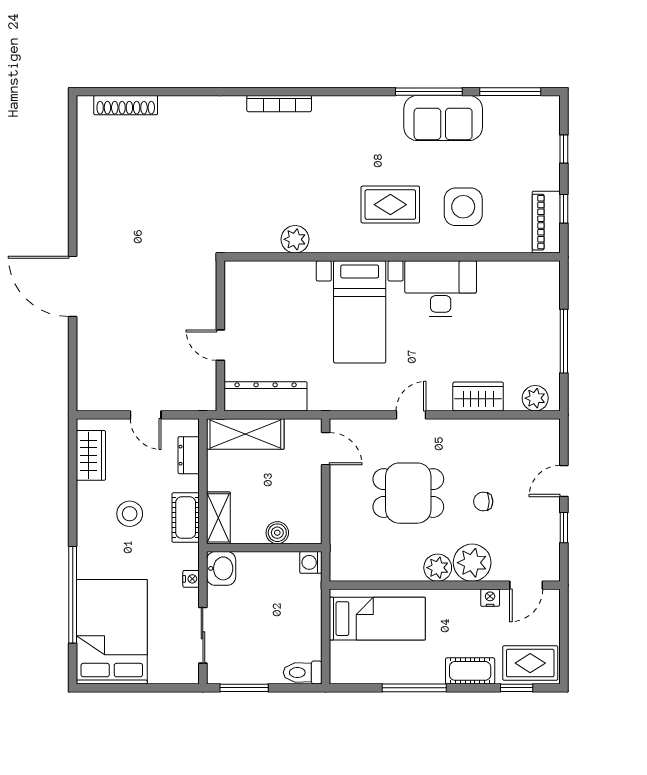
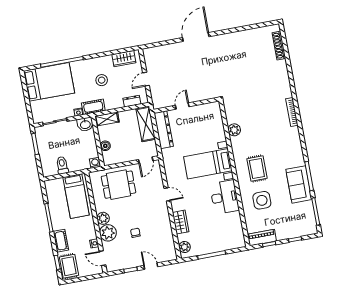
dining table: (408, 493) -> (119, 185), moved, turned 90
cot: (186, 518) -> (93, 107), moved
toilet: (303, 672) -> (62, 165), moved

